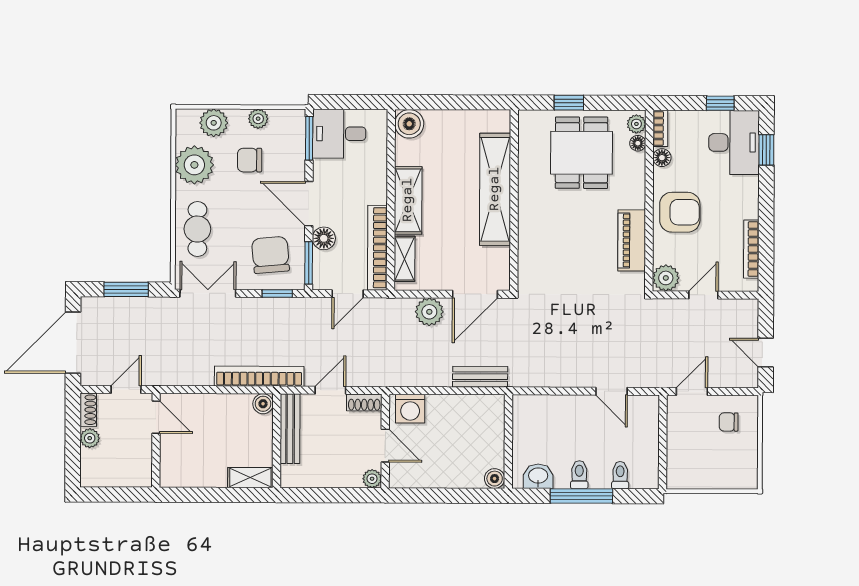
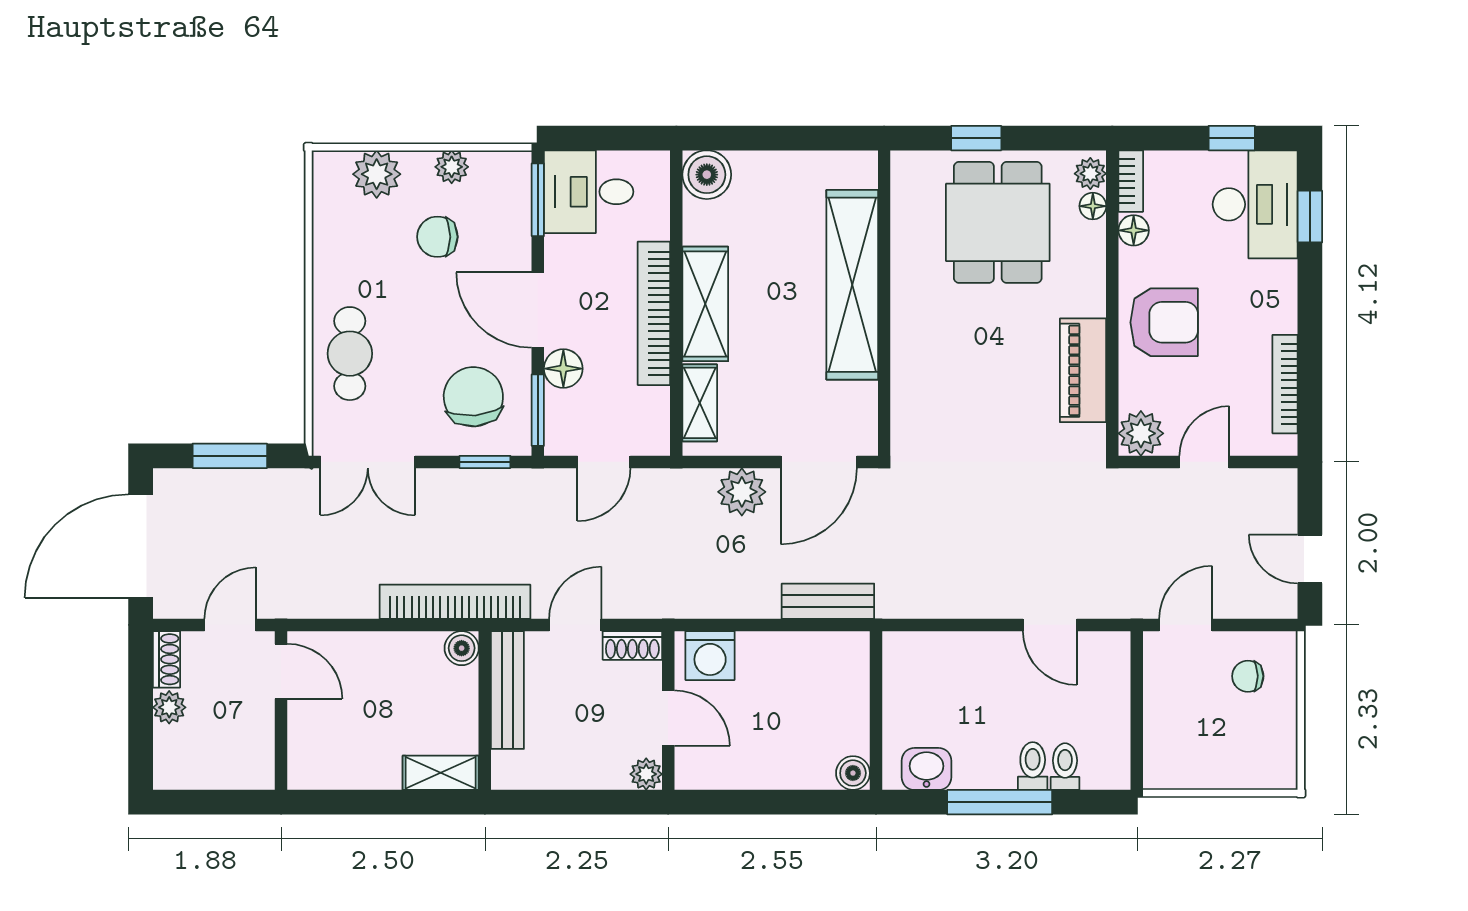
plant: (194, 165) -> (344, 245), removed
bookcase: (377, 248) -> (654, 313), moved
double door: (208, 293) -> (368, 462), swing flipped
toilet: (579, 475) -> (1033, 766), moved

